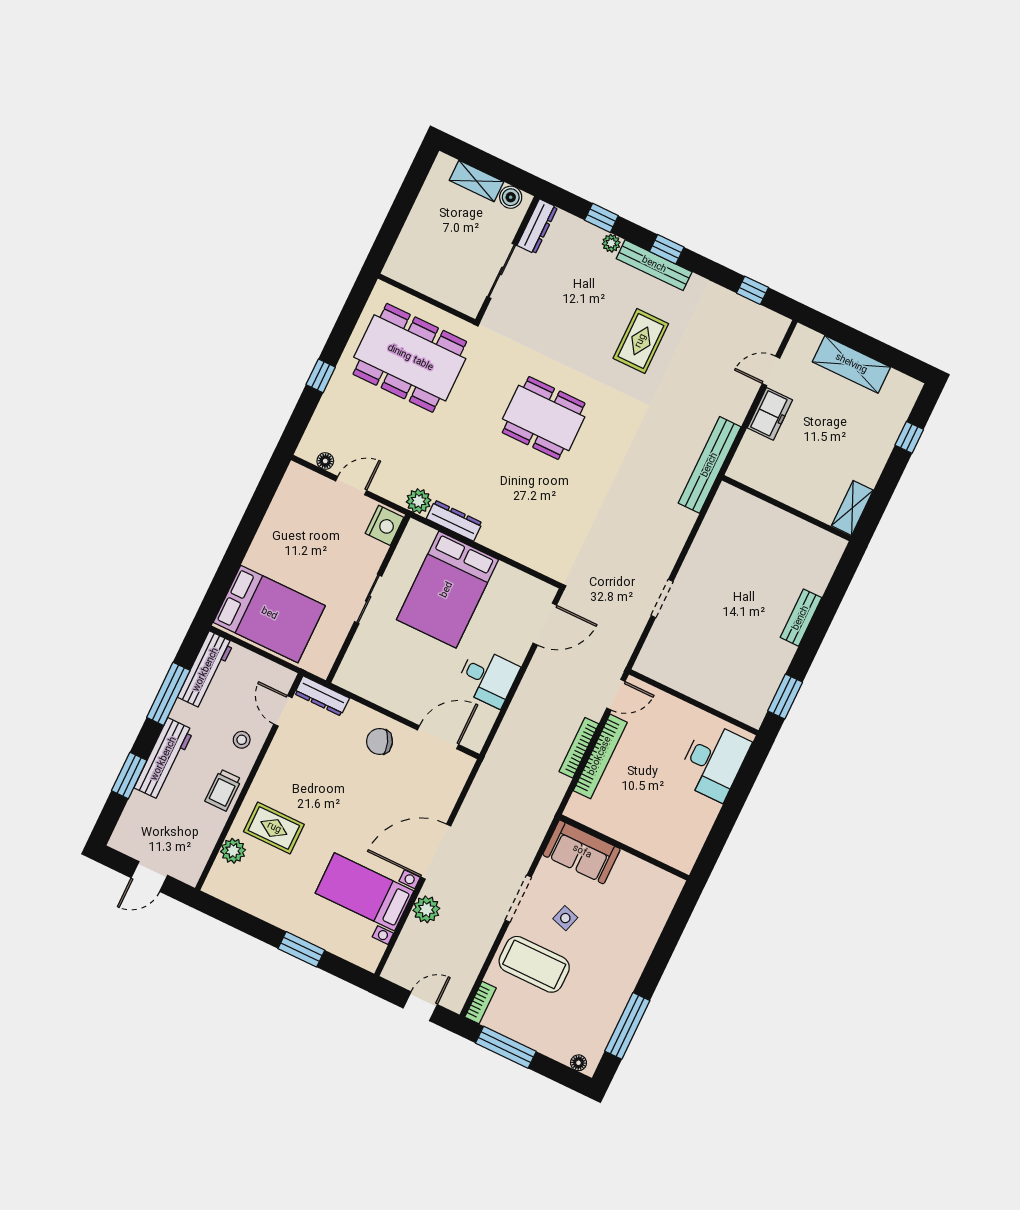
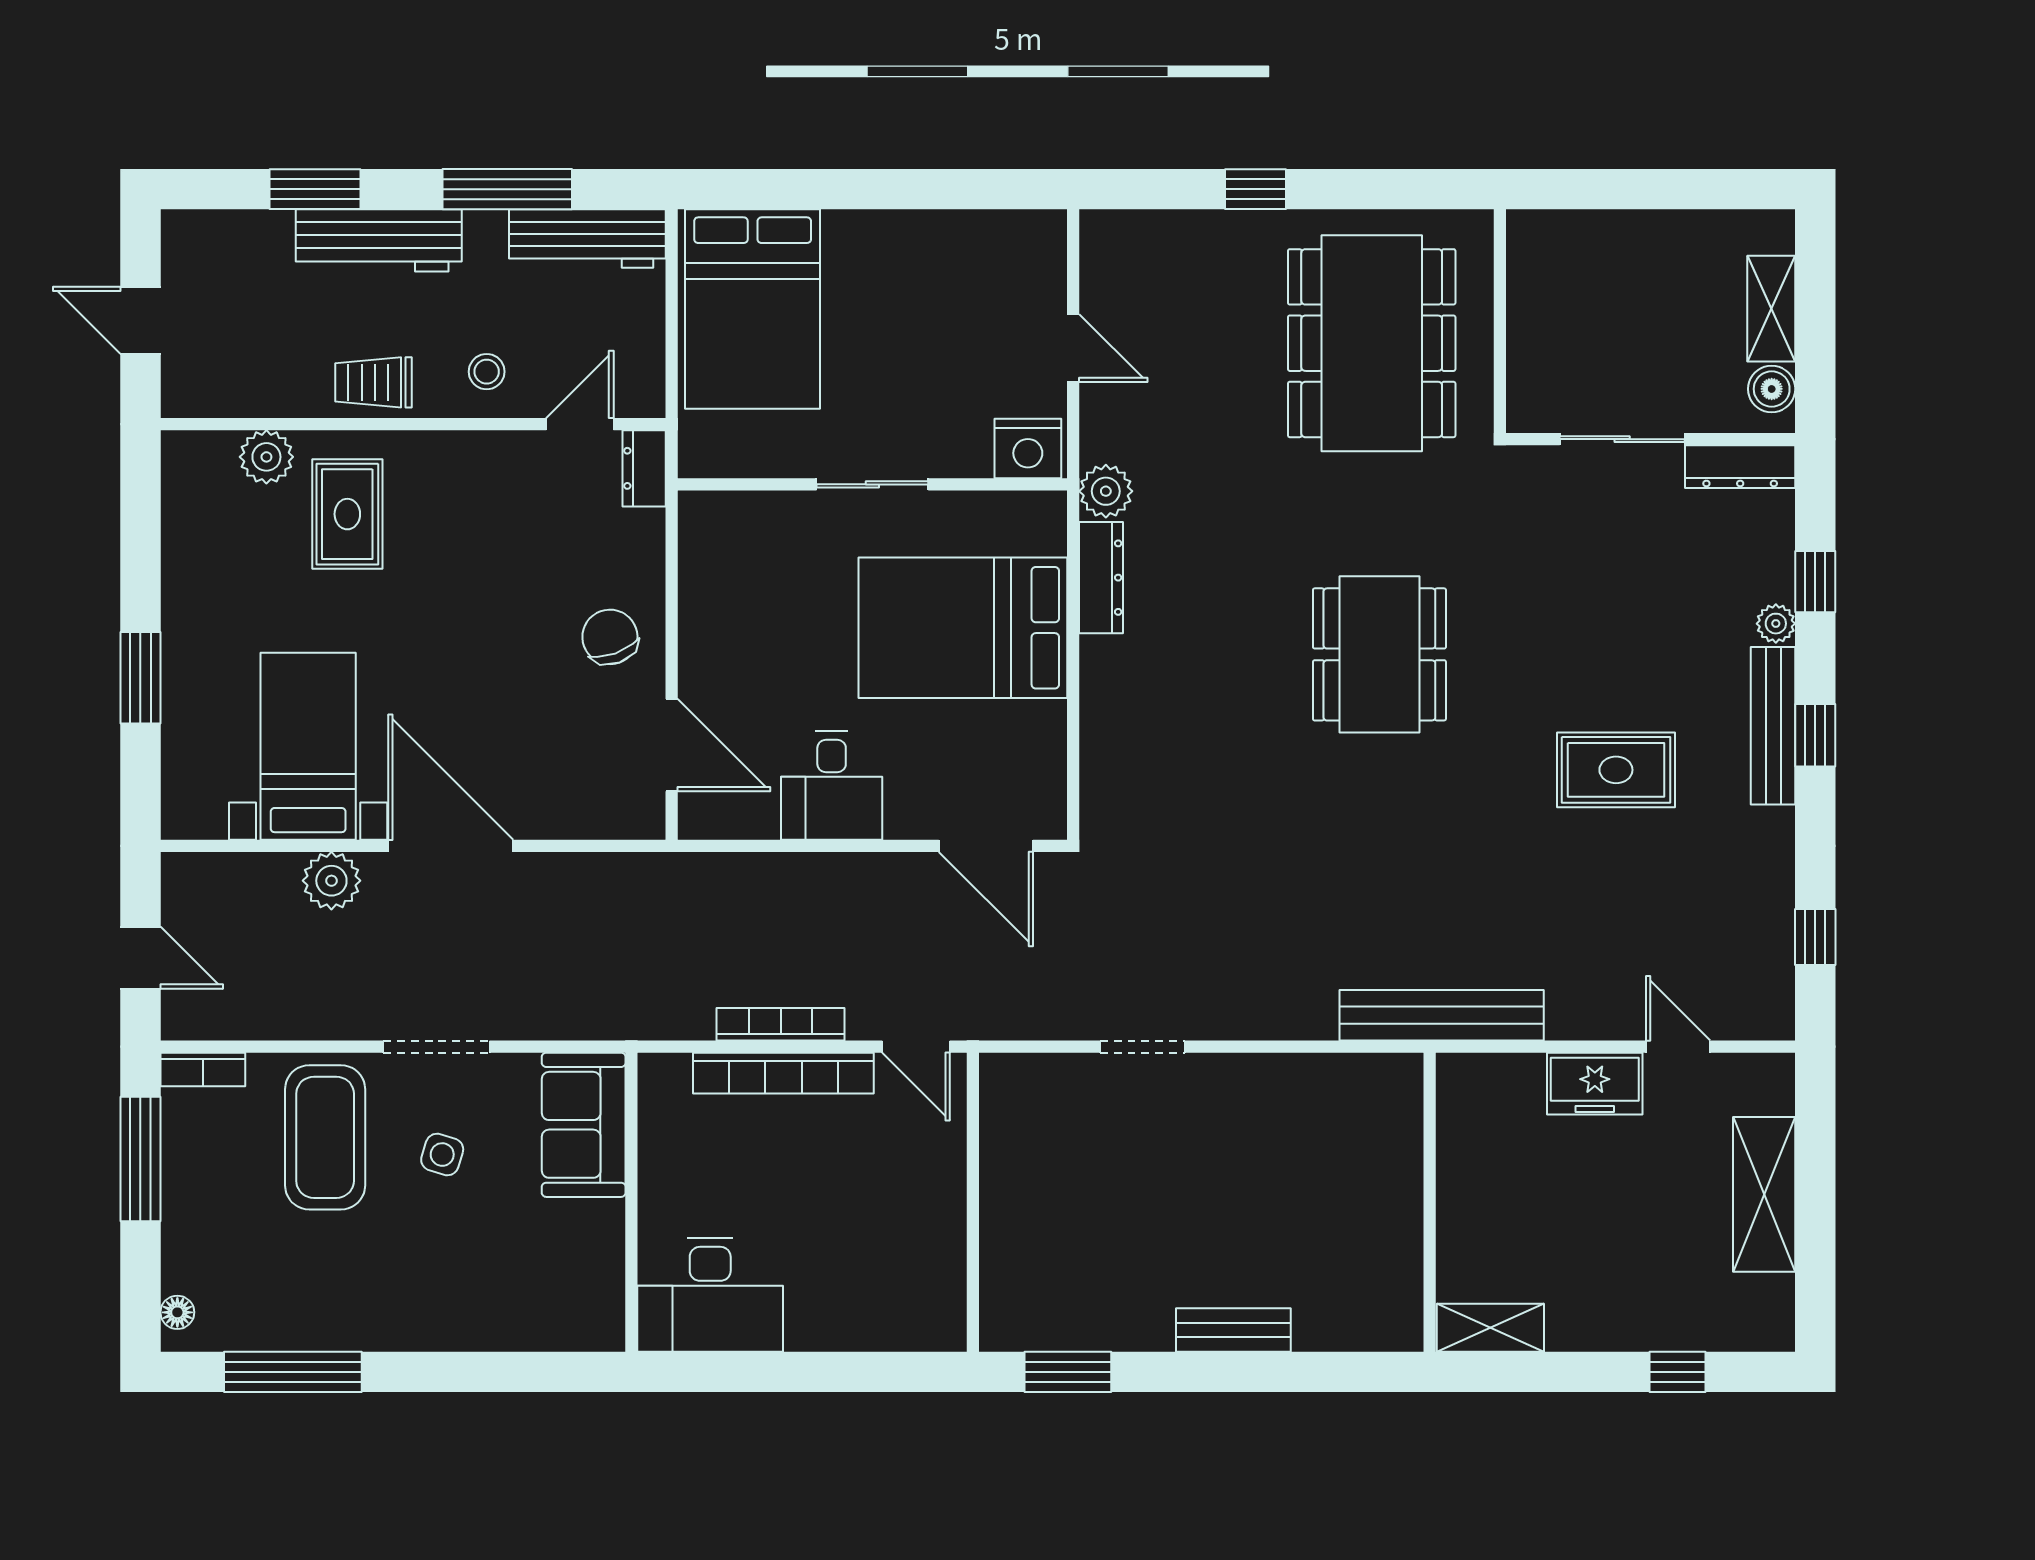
floor lamp: (325, 461) -> (1097, 276), removed
dresser: (322, 696) -> (644, 468), width x0.70
desk: (714, 761) -> (710, 1295), moved

